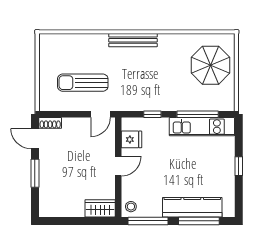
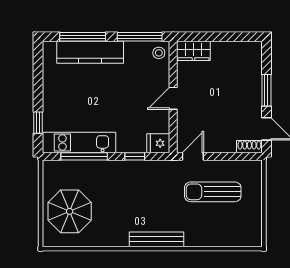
sun lounger: (83, 83) -> (213, 192), turned 180
fridge: (131, 139) -> (158, 143), moved
window: (239, 166) -> (38, 123), moved

